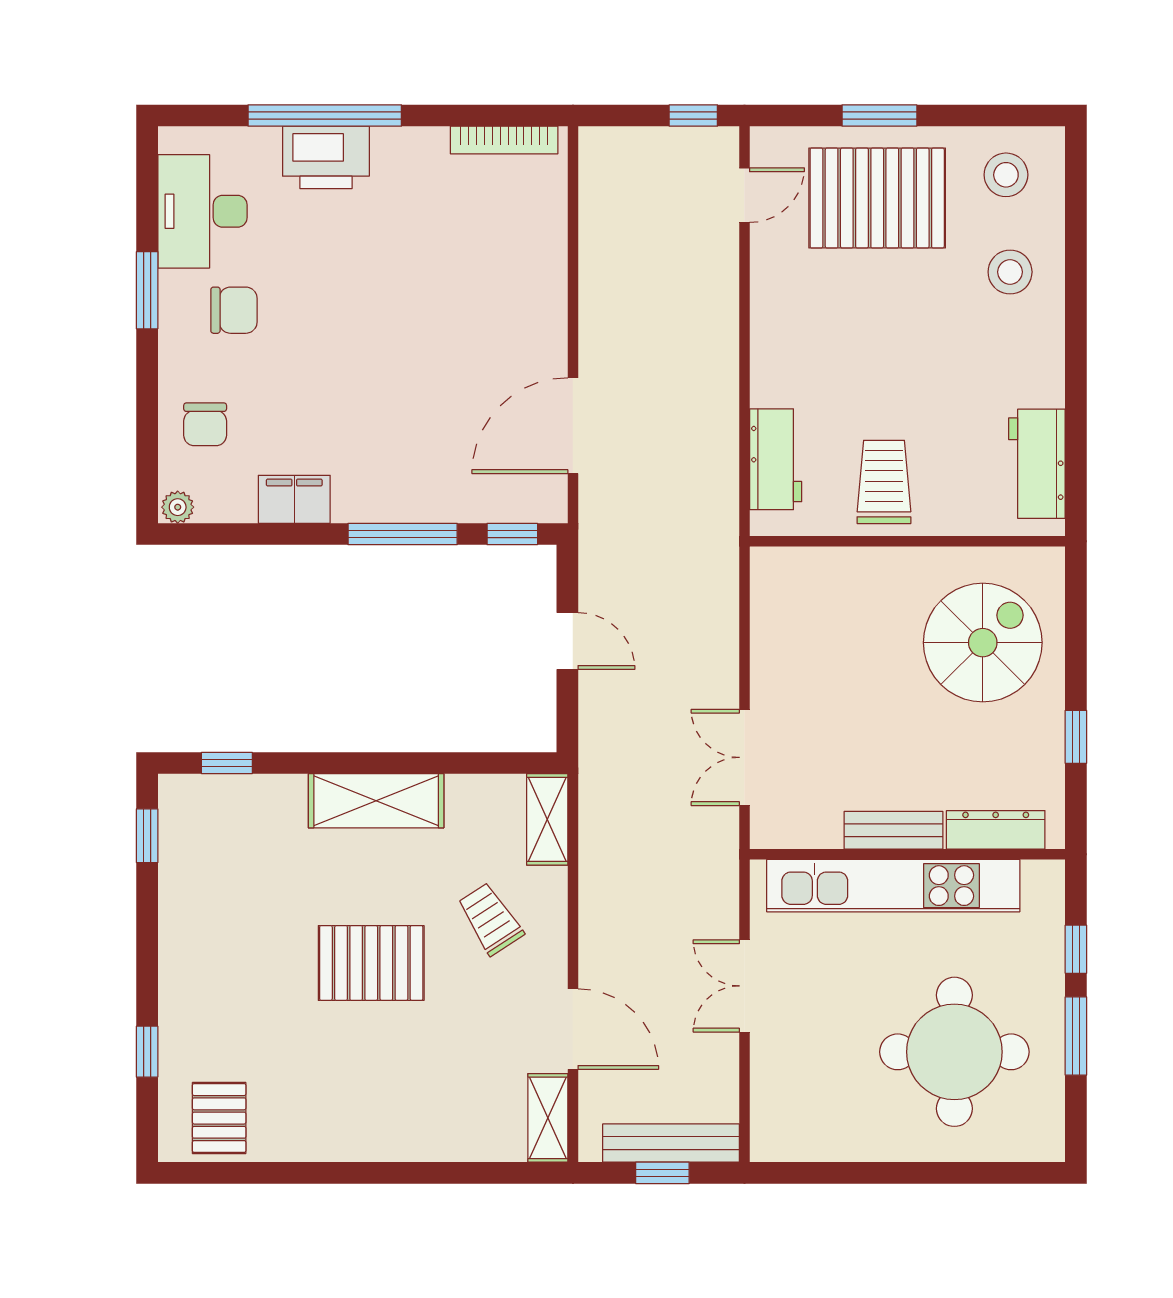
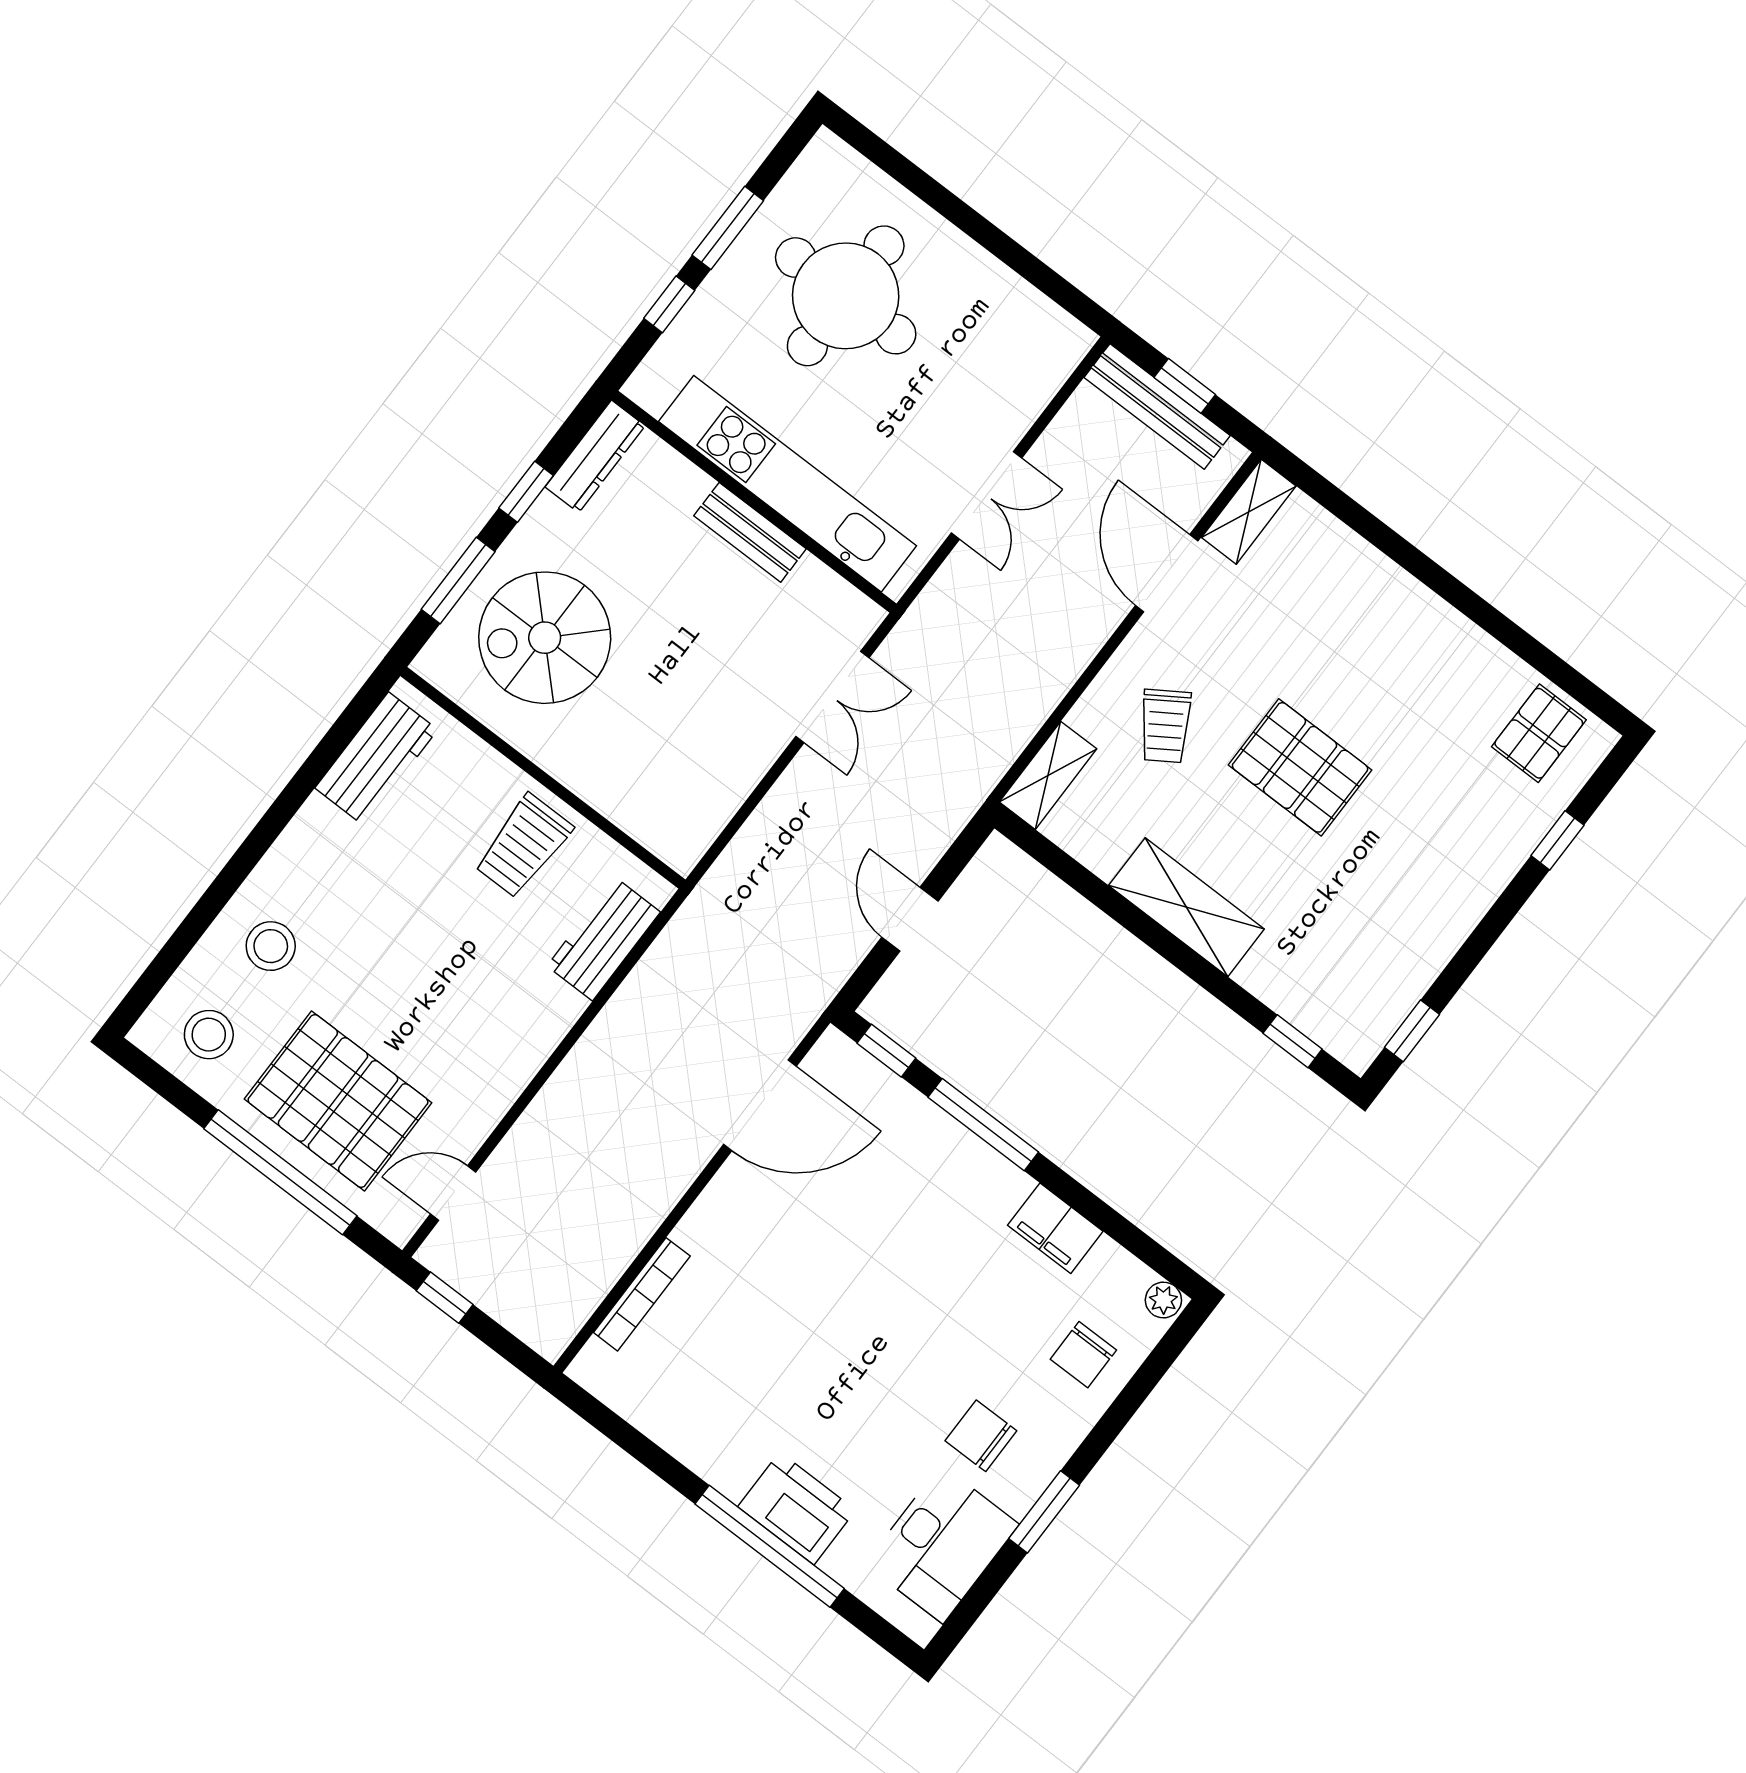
window: (879, 116) -> (280, 1172), width x2.11
bookcase: (504, 140) -> (642, 1294), moved, turned 90
chair: (205, 424) -> (1083, 1355), turned 180
window: (1076, 636) -> (458, 581), added
dresser: (996, 830) -> (595, 456), moved, turned -90

